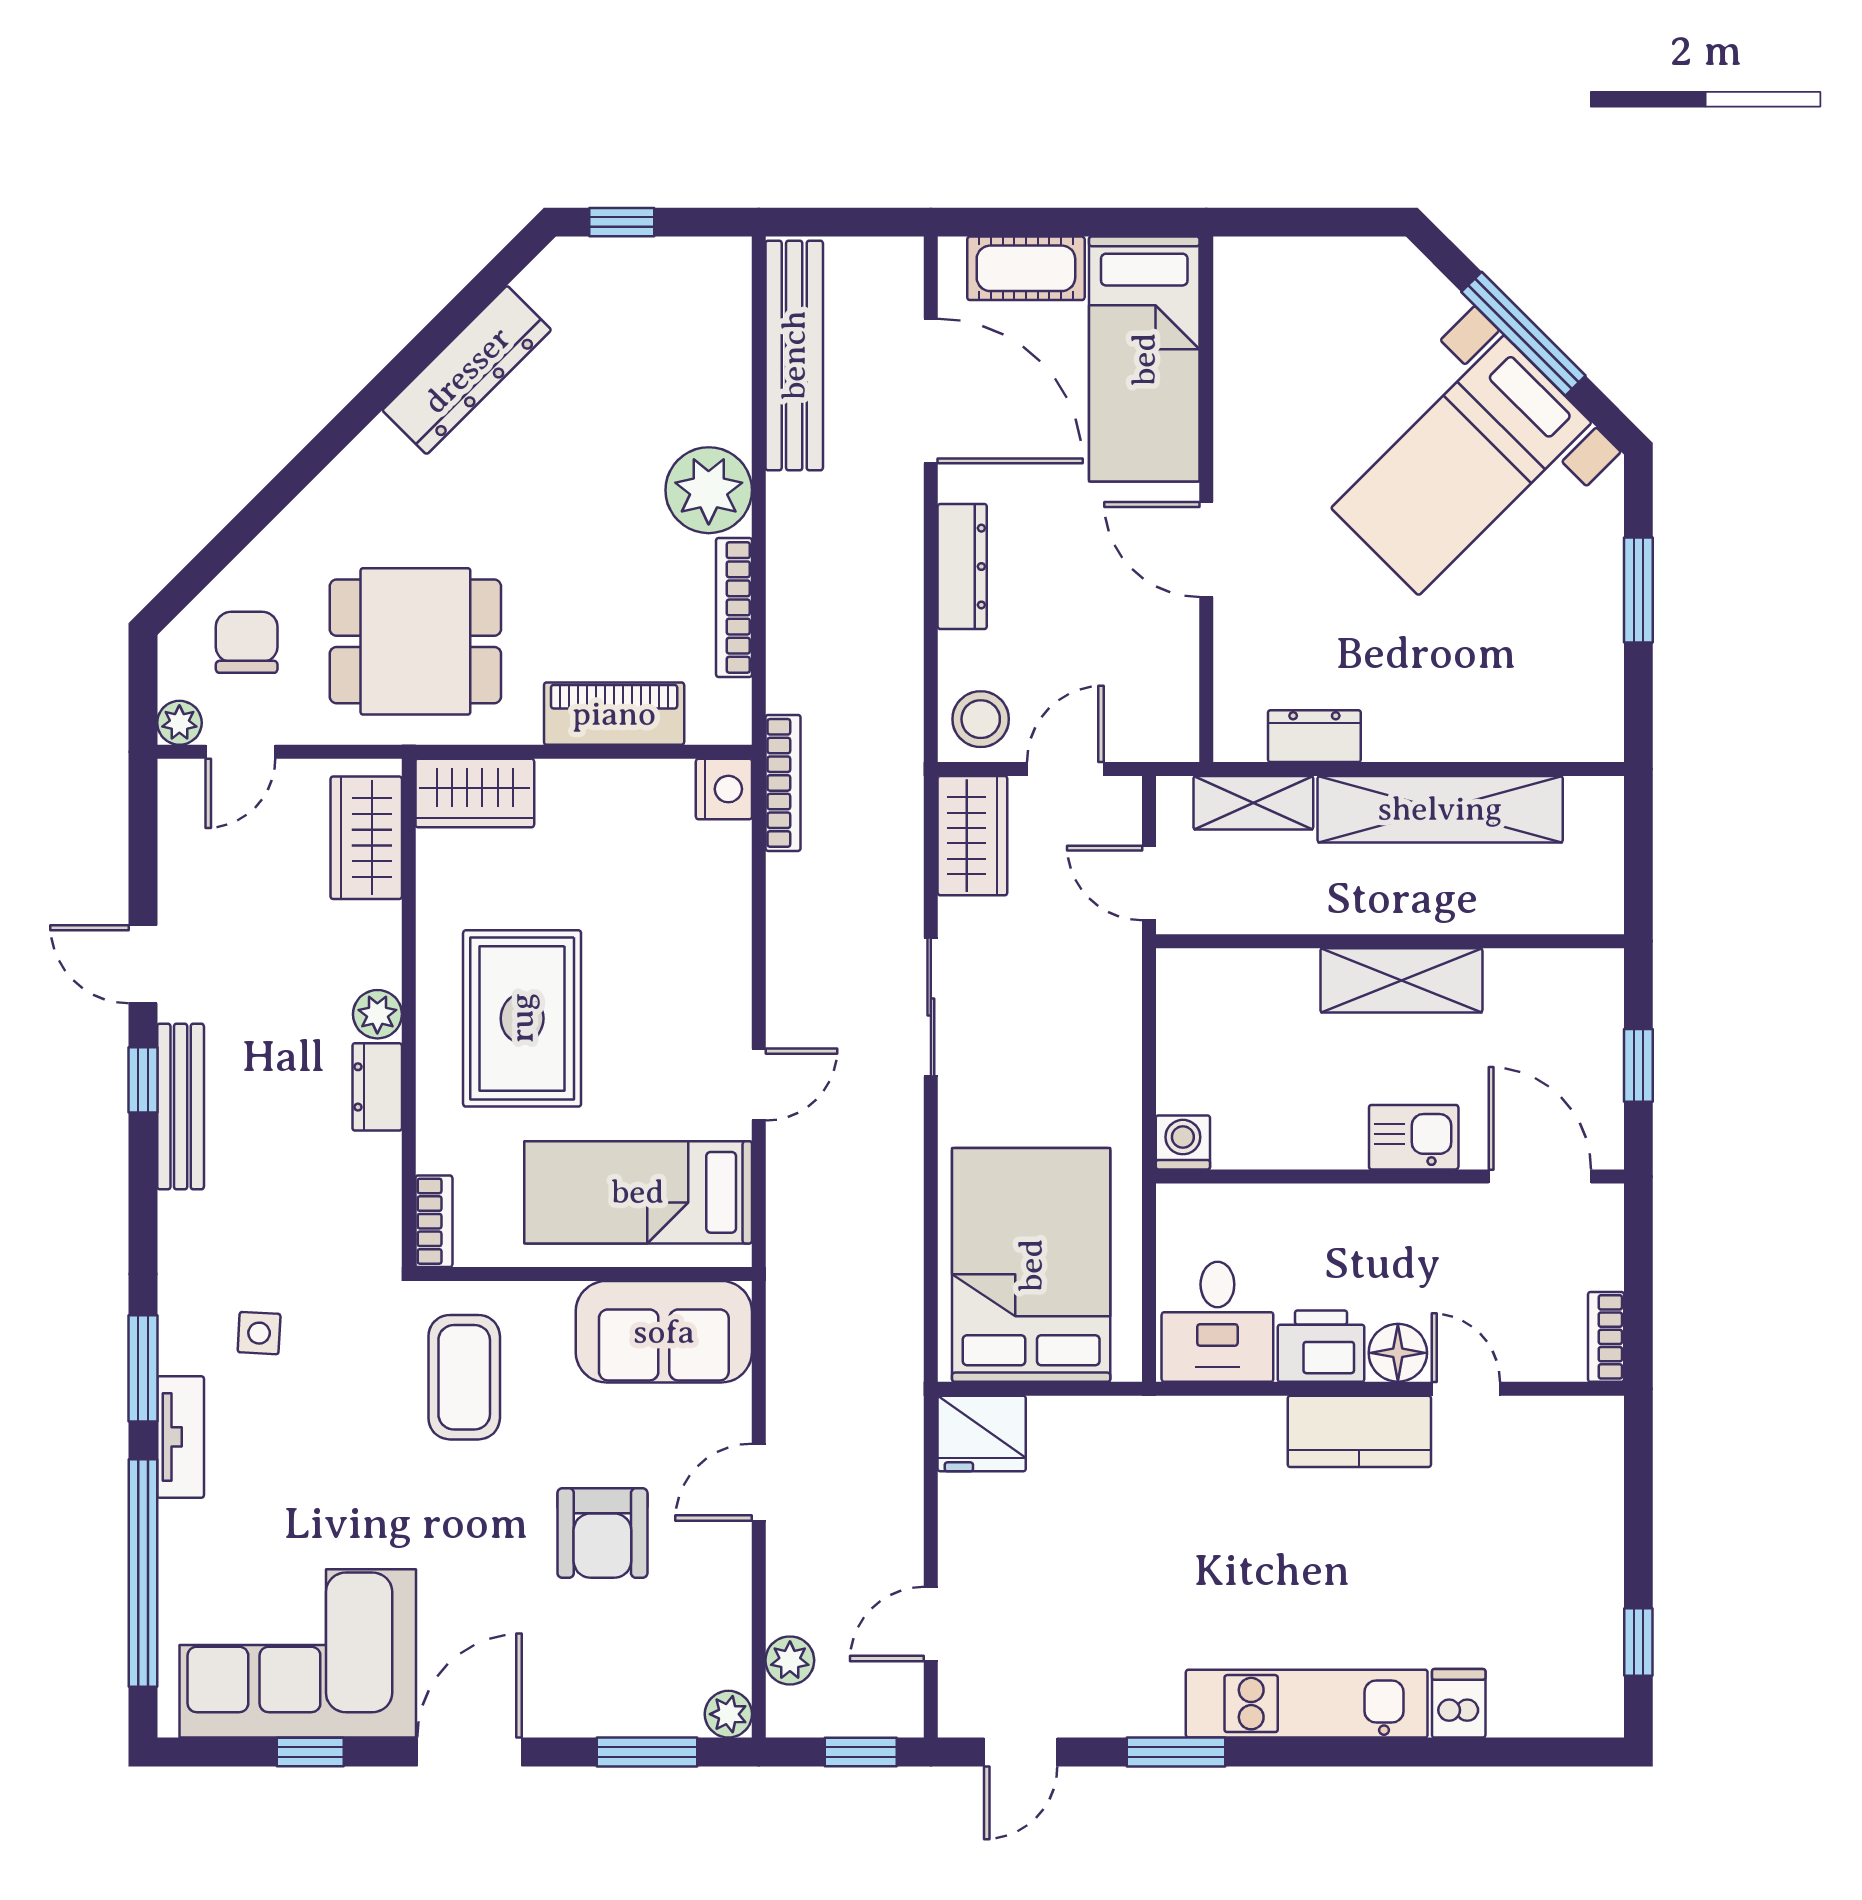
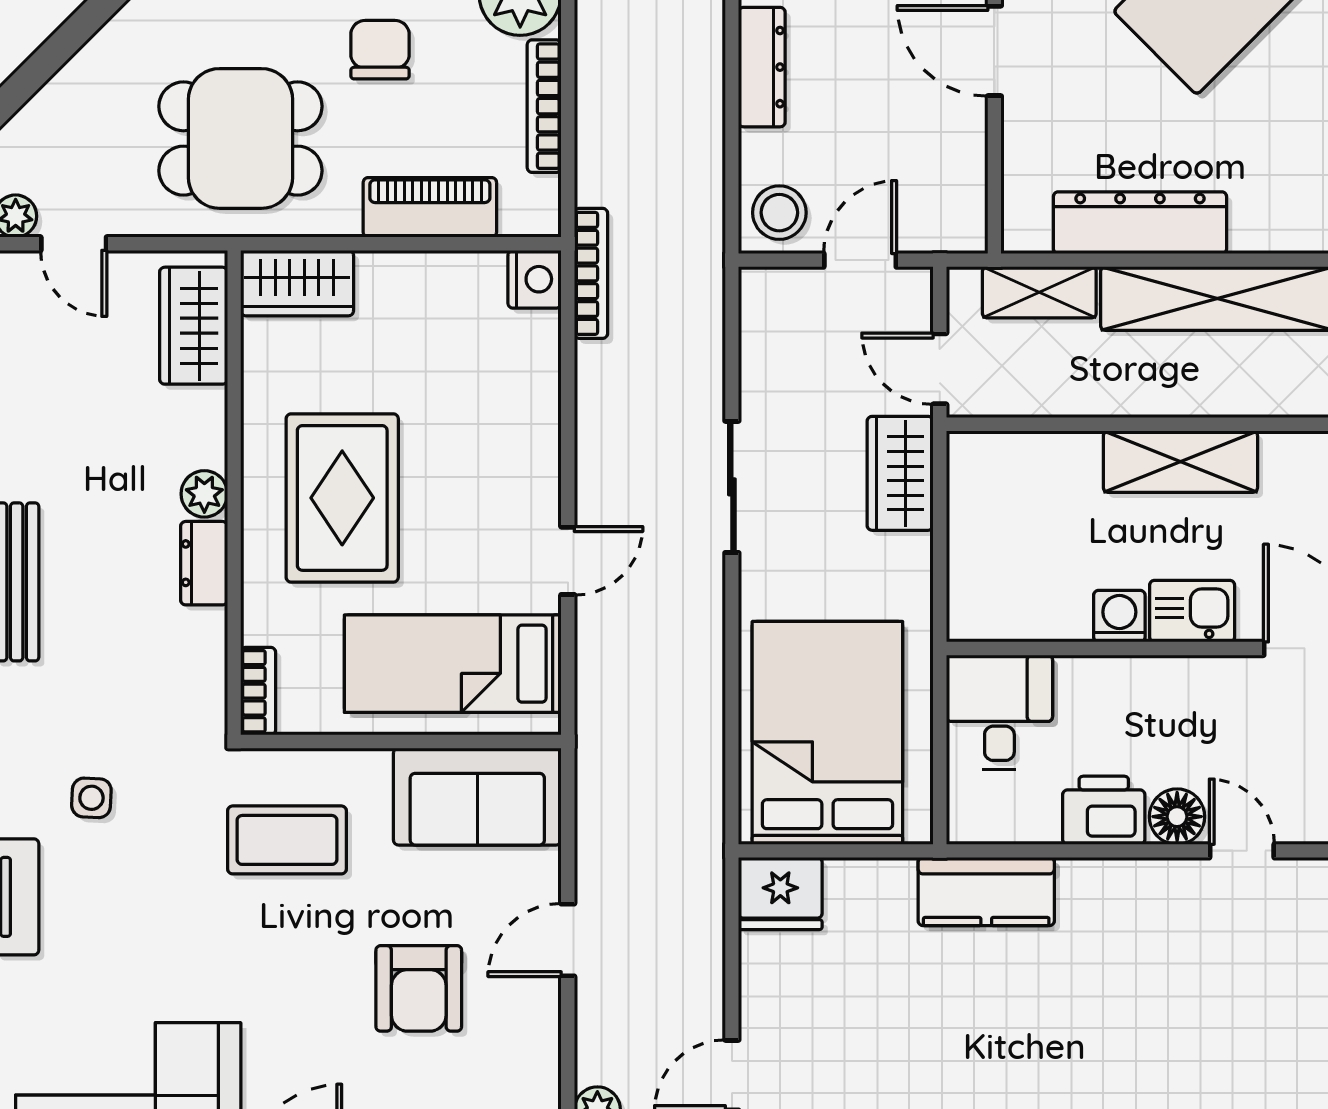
chair: (247, 642) -> (380, 50), moved
dresser: (1314, 736) -> (1140, 223), width x1.96, depth x1.24
door: (240, 752) -> (74, 244), hinge flipped
wardrobe: (972, 836) -> (900, 473), moved, turned 180
washing machine: (1183, 1142) -> (1119, 616), moved
desk: (1217, 1322) -> (999, 712), moved, turned 180
coffee table: (464, 1377) -> (287, 840), turned 90
kitchen counter: (1359, 1431) -> (986, 892), moved

